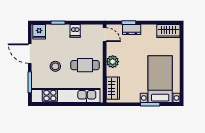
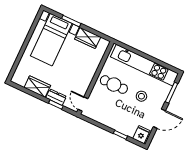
dishwasher: (75, 31) -> (108, 120), removed
wardrobe: (168, 31) -> (37, 87), moved
door: (30, 54) -> (159, 119), hinge flipped
plant: (113, 62) -> (87, 76), removed
wardrobe: (113, 88) -> (88, 38), moved, turned -90

